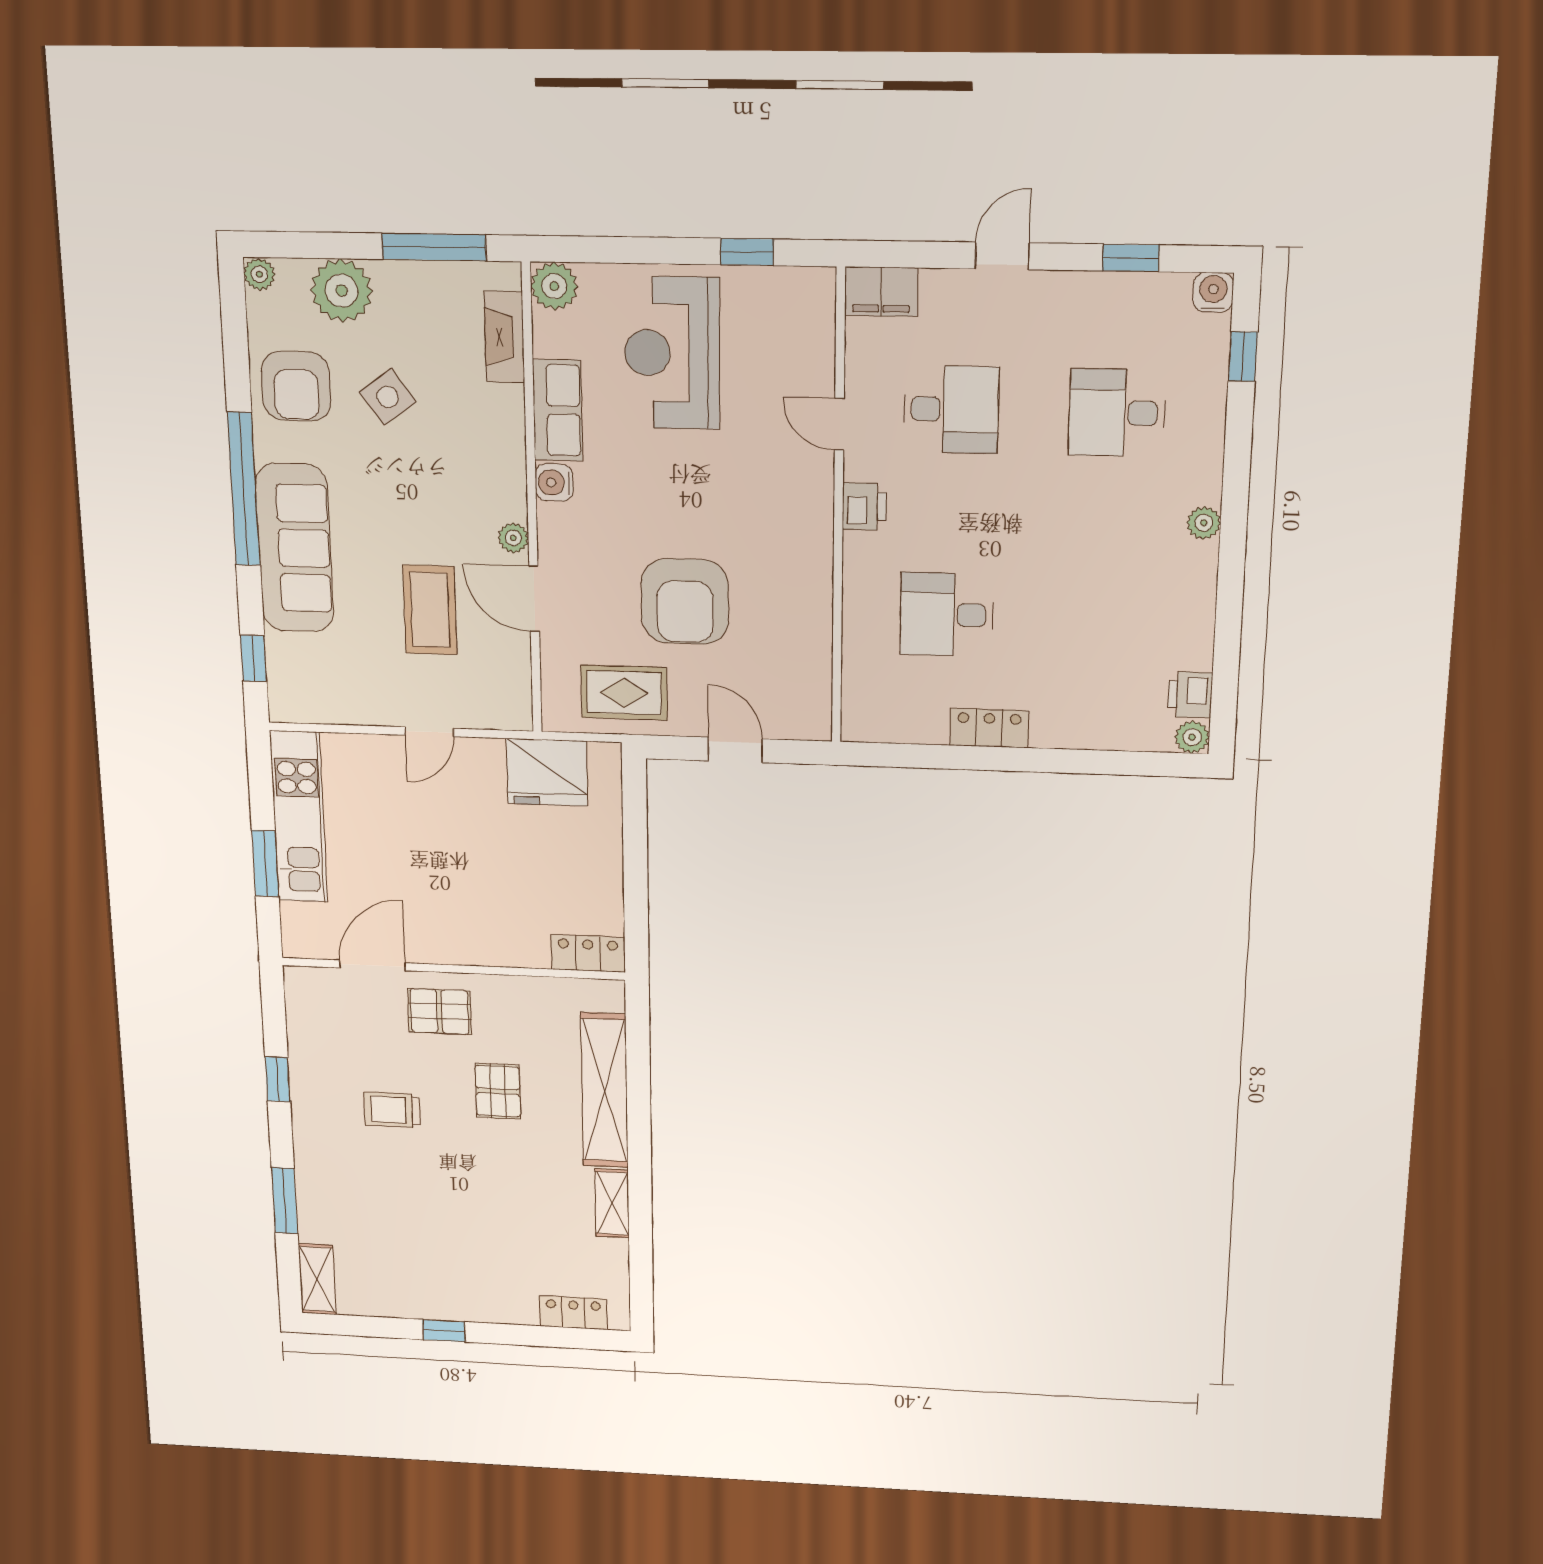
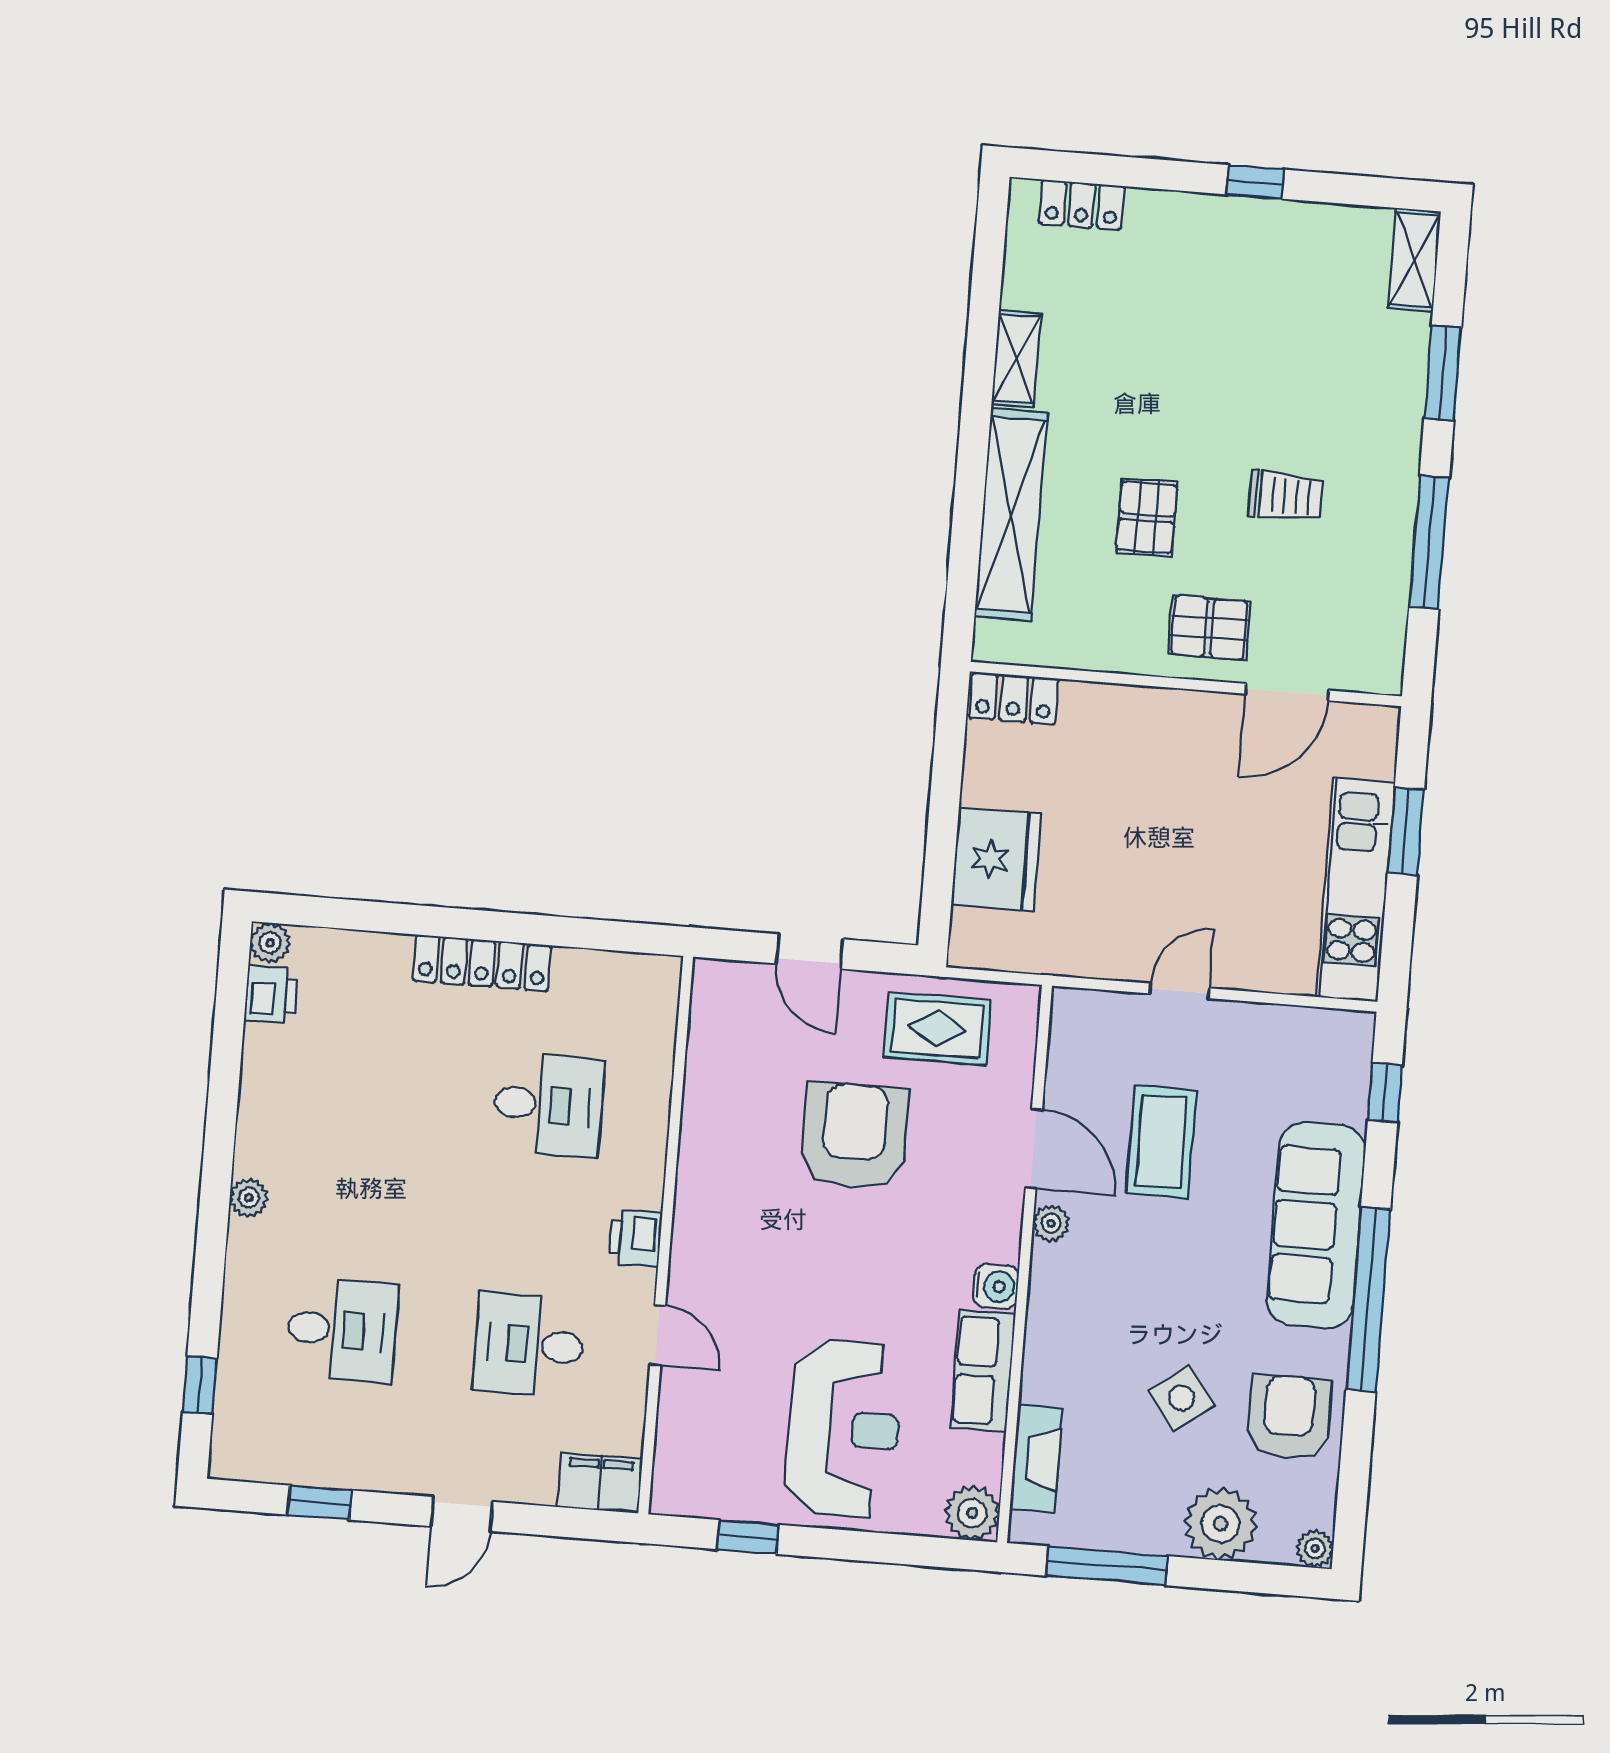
water cooler: (1213, 292) -> (230, 1459), removed
locker: (989, 728) -> (482, 963), width x1.53
fridge: (547, 772) -> (996, 859), moved, turned 90
window: (278, 1079) -> (1429, 542), width x2.17

